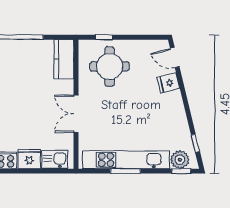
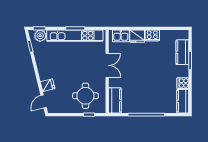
door: (175, 58) -> (44, 101), swing flipped

